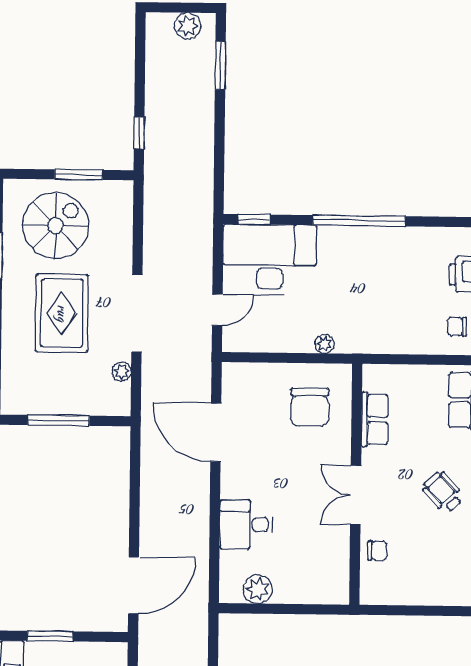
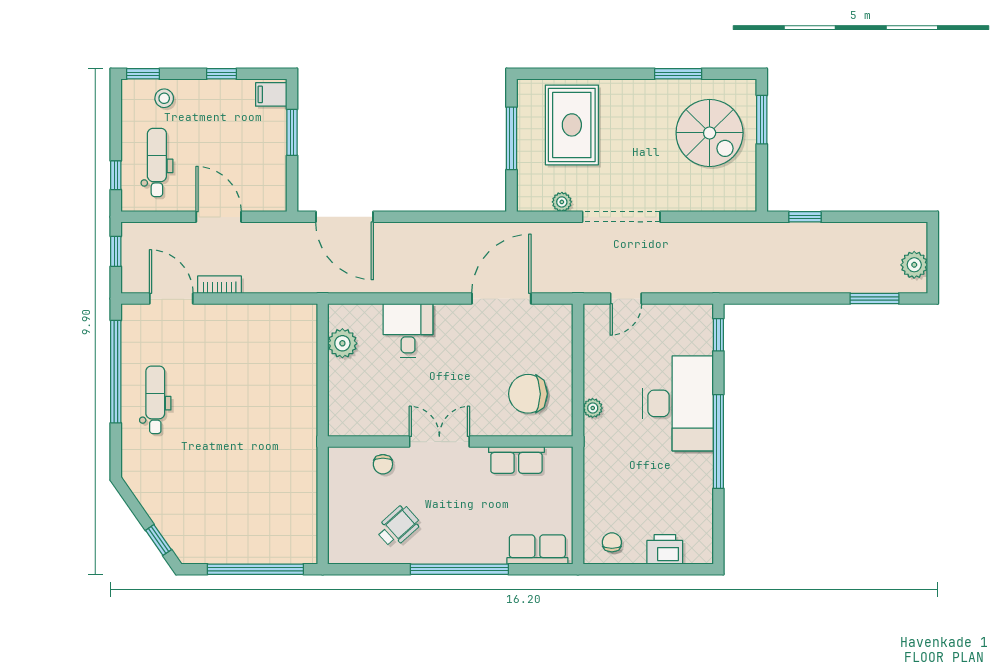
window: (79, 175) -> (762, 120), moved
desk: (270, 260) -> (678, 403), moved
door: (217, 310) -> (626, 299), hinge flipped
rug: (62, 313) -> (572, 125), moved, turned 90
wheelchair: (443, 492) -> (398, 526), moved

